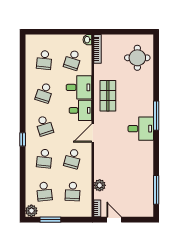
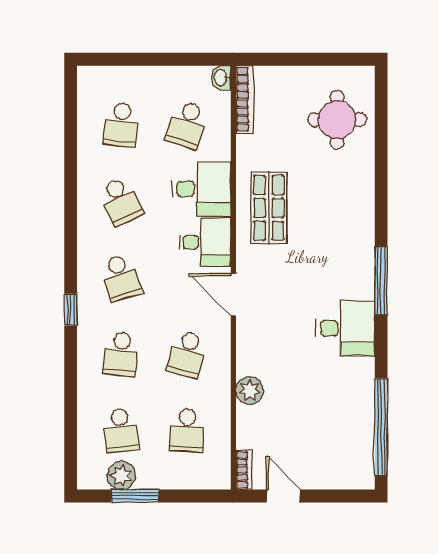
school desk: (44, 93) -> (121, 201), turned -42
window: (156, 116) -> (381, 281), moved
desk: (141, 129) -> (345, 328), moved
door: (93, 133) -> (233, 295), hinge flipped
plant: (100, 185) -> (250, 391), moved
window: (156, 190) -> (381, 427), width x1.46
plant: (31, 211) -> (121, 476), moved

